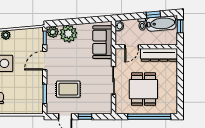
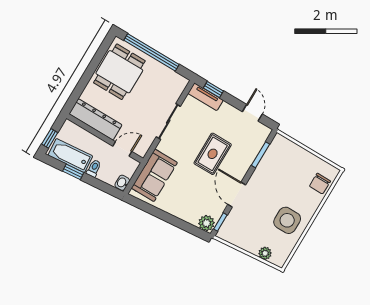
plant: (68, 34) -> (189, 210), removed
door: (45, 61) -> (237, 195), swing flipped
rug: (68, 89) -> (213, 154), moved, turned 90
dining table: (143, 89) -> (119, 72), moved
tv unit: (100, 109) -> (206, 97), added
window: (85, 117) -> (213, 89), moved

